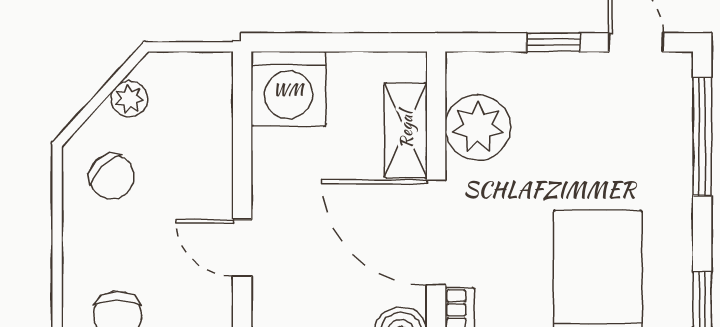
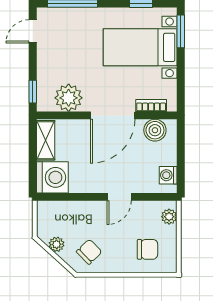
window: (553, 42) -> (33, 92), moved
shelving: (406, 130) -> (46, 140), moved, turned 90

